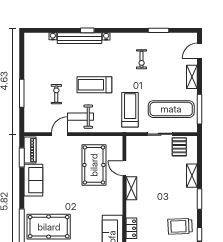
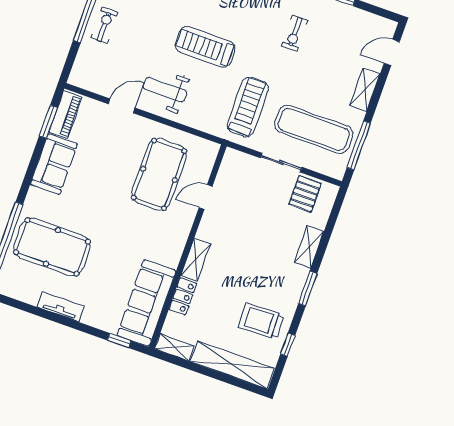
exercise bike: (56, 94) -> (104, 25), moved
door: (124, 168) -> (206, 197), hinge flipped
shelving: (131, 188) -> (196, 260), moved

